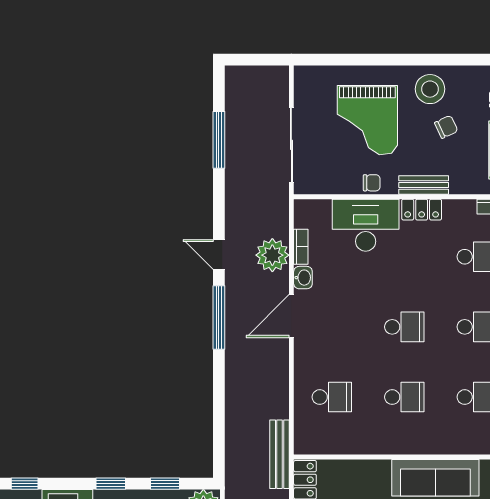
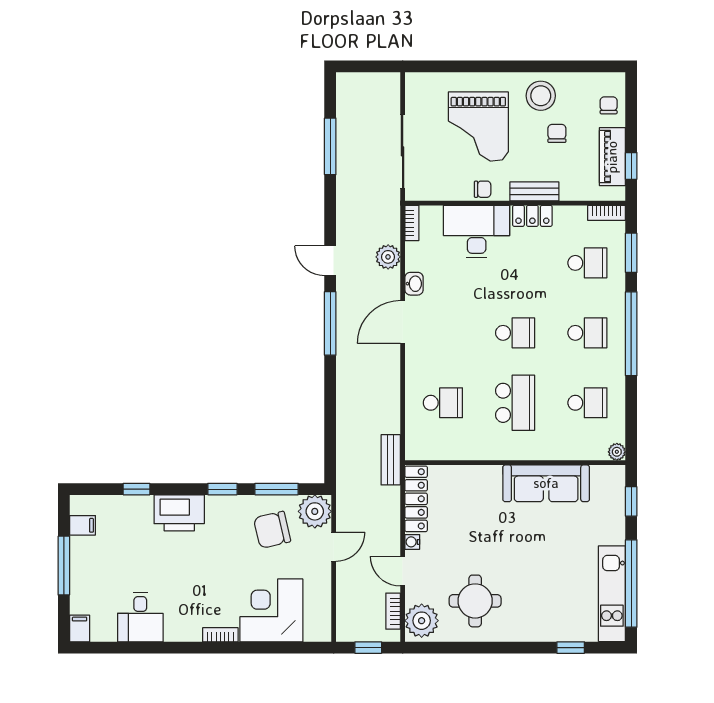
chair: (446, 127) -> (557, 133), turned -65
bookcase: (301, 247) -> (412, 223), moved
plant: (272, 255) -> (388, 257), width x0.73, depth x0.73
school desk: (404, 397) -> (515, 403), width x1.85
bench: (280, 454) -> (391, 460), width x0.73
window: (165, 484) -> (277, 489), width x1.50

